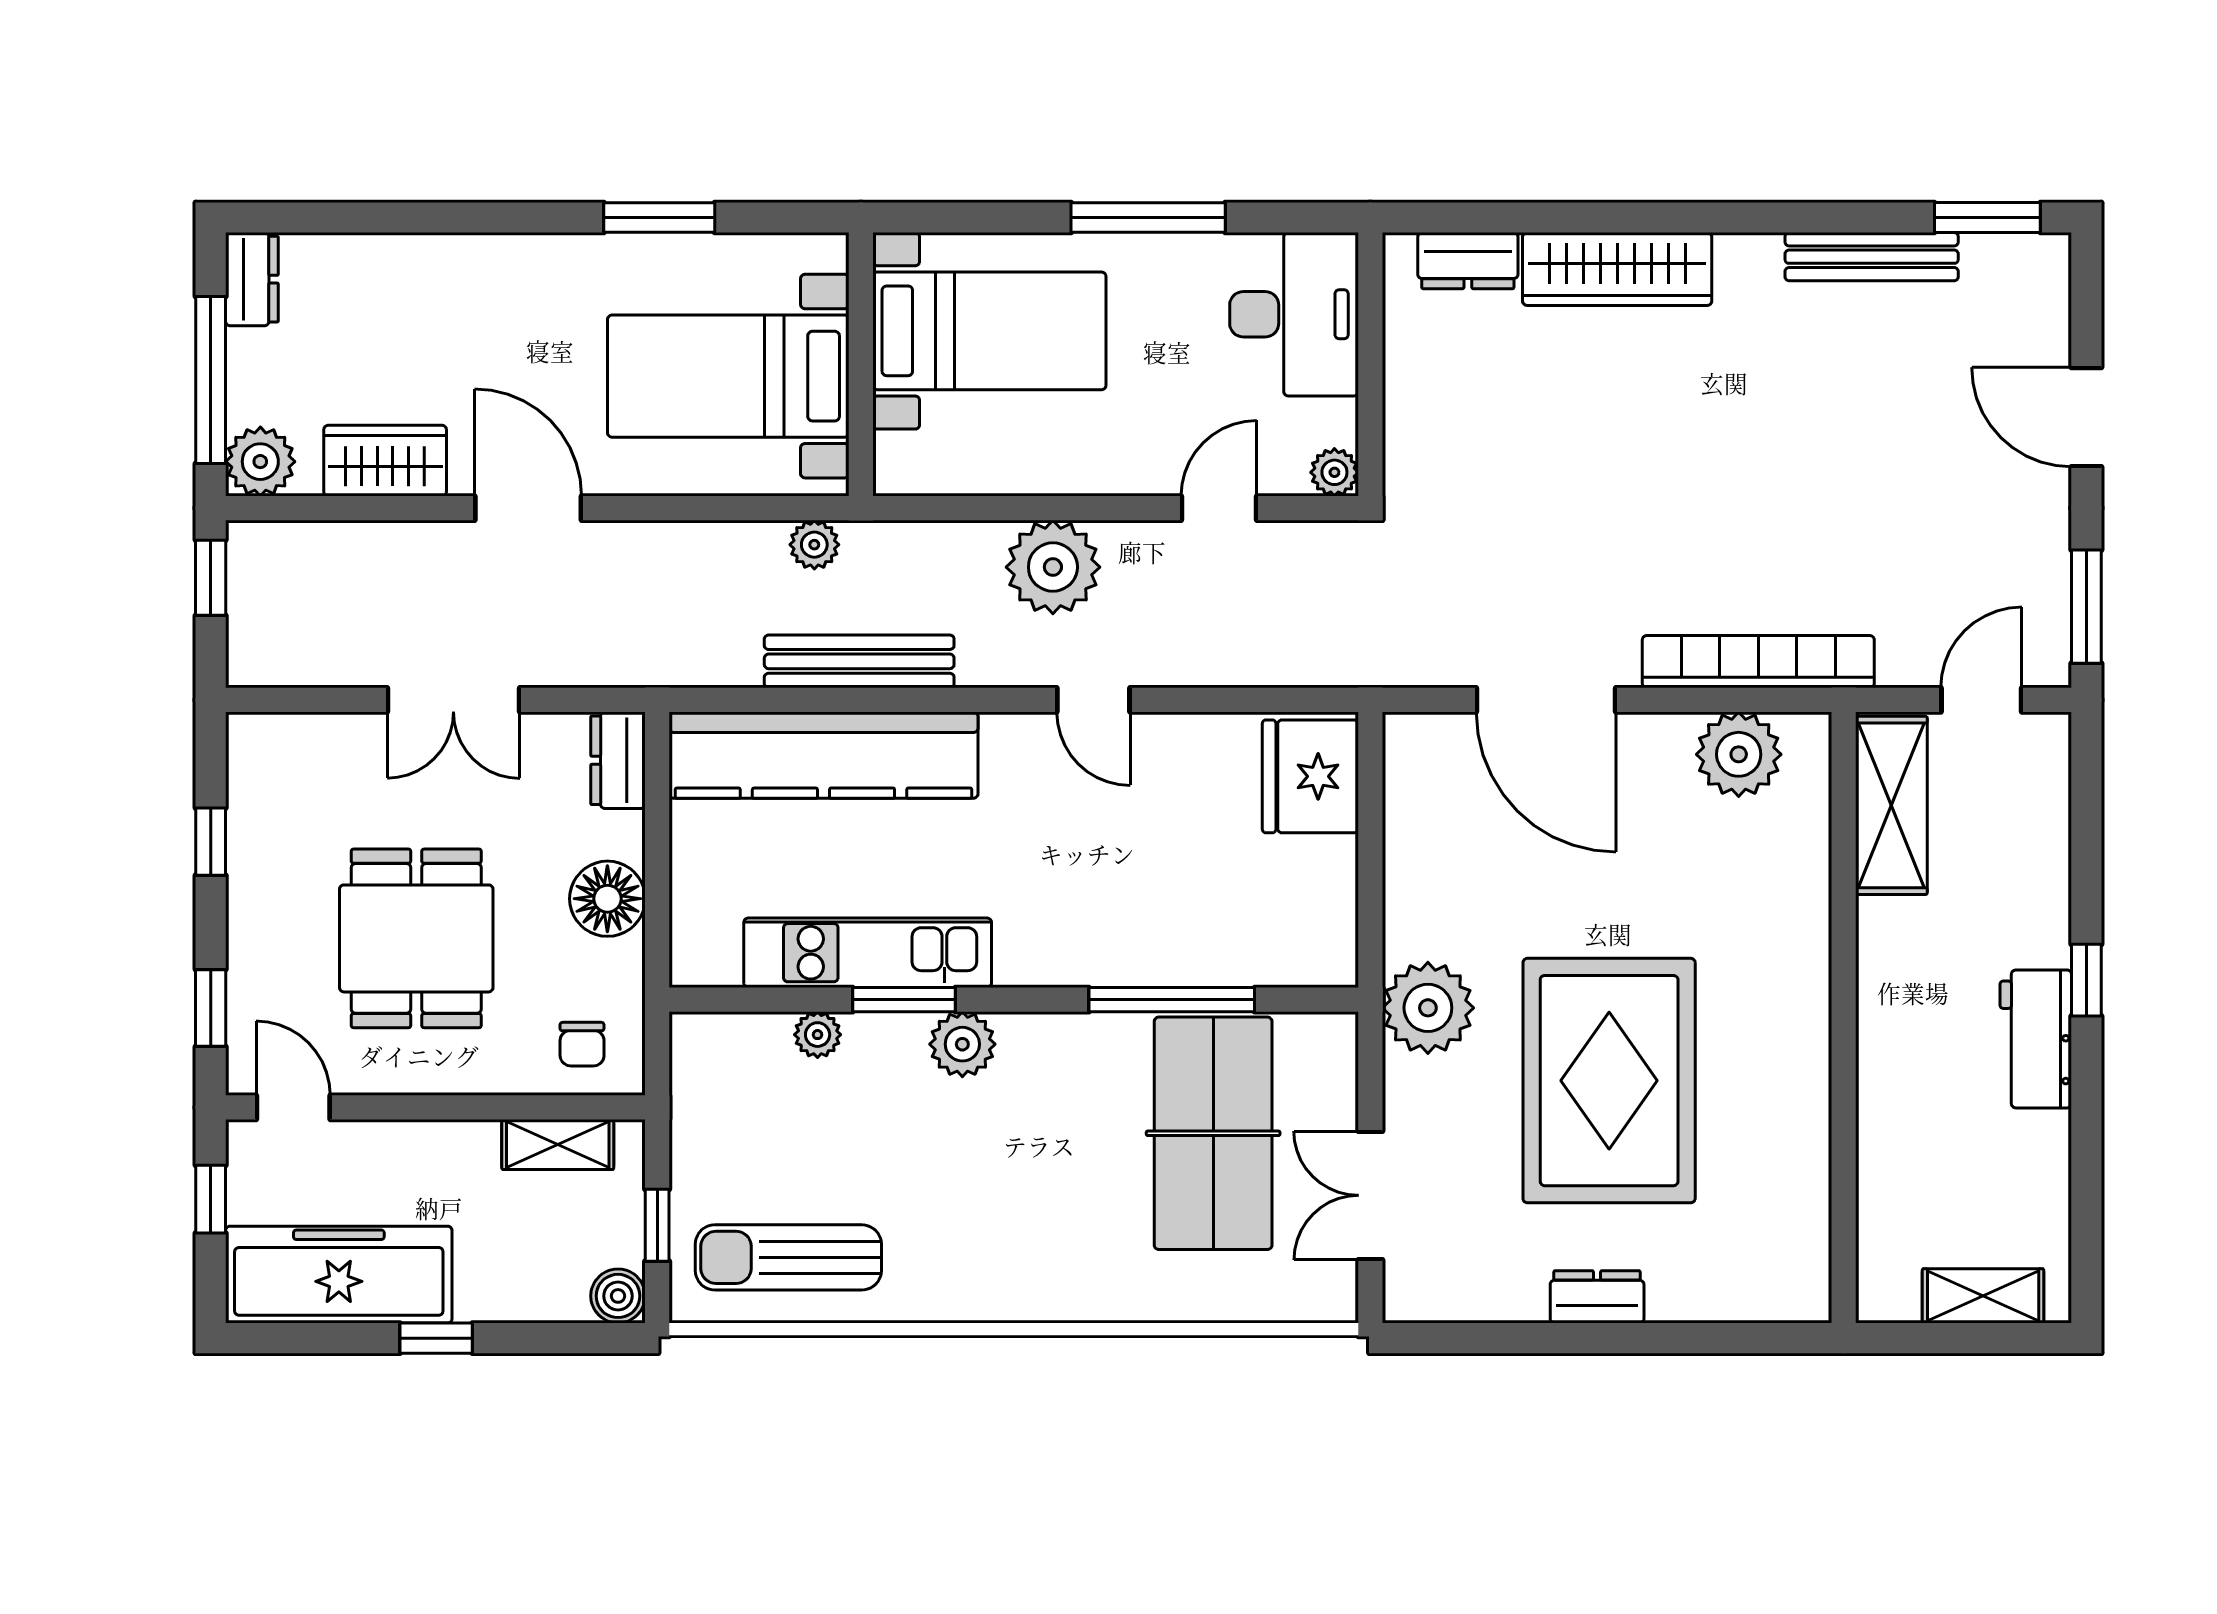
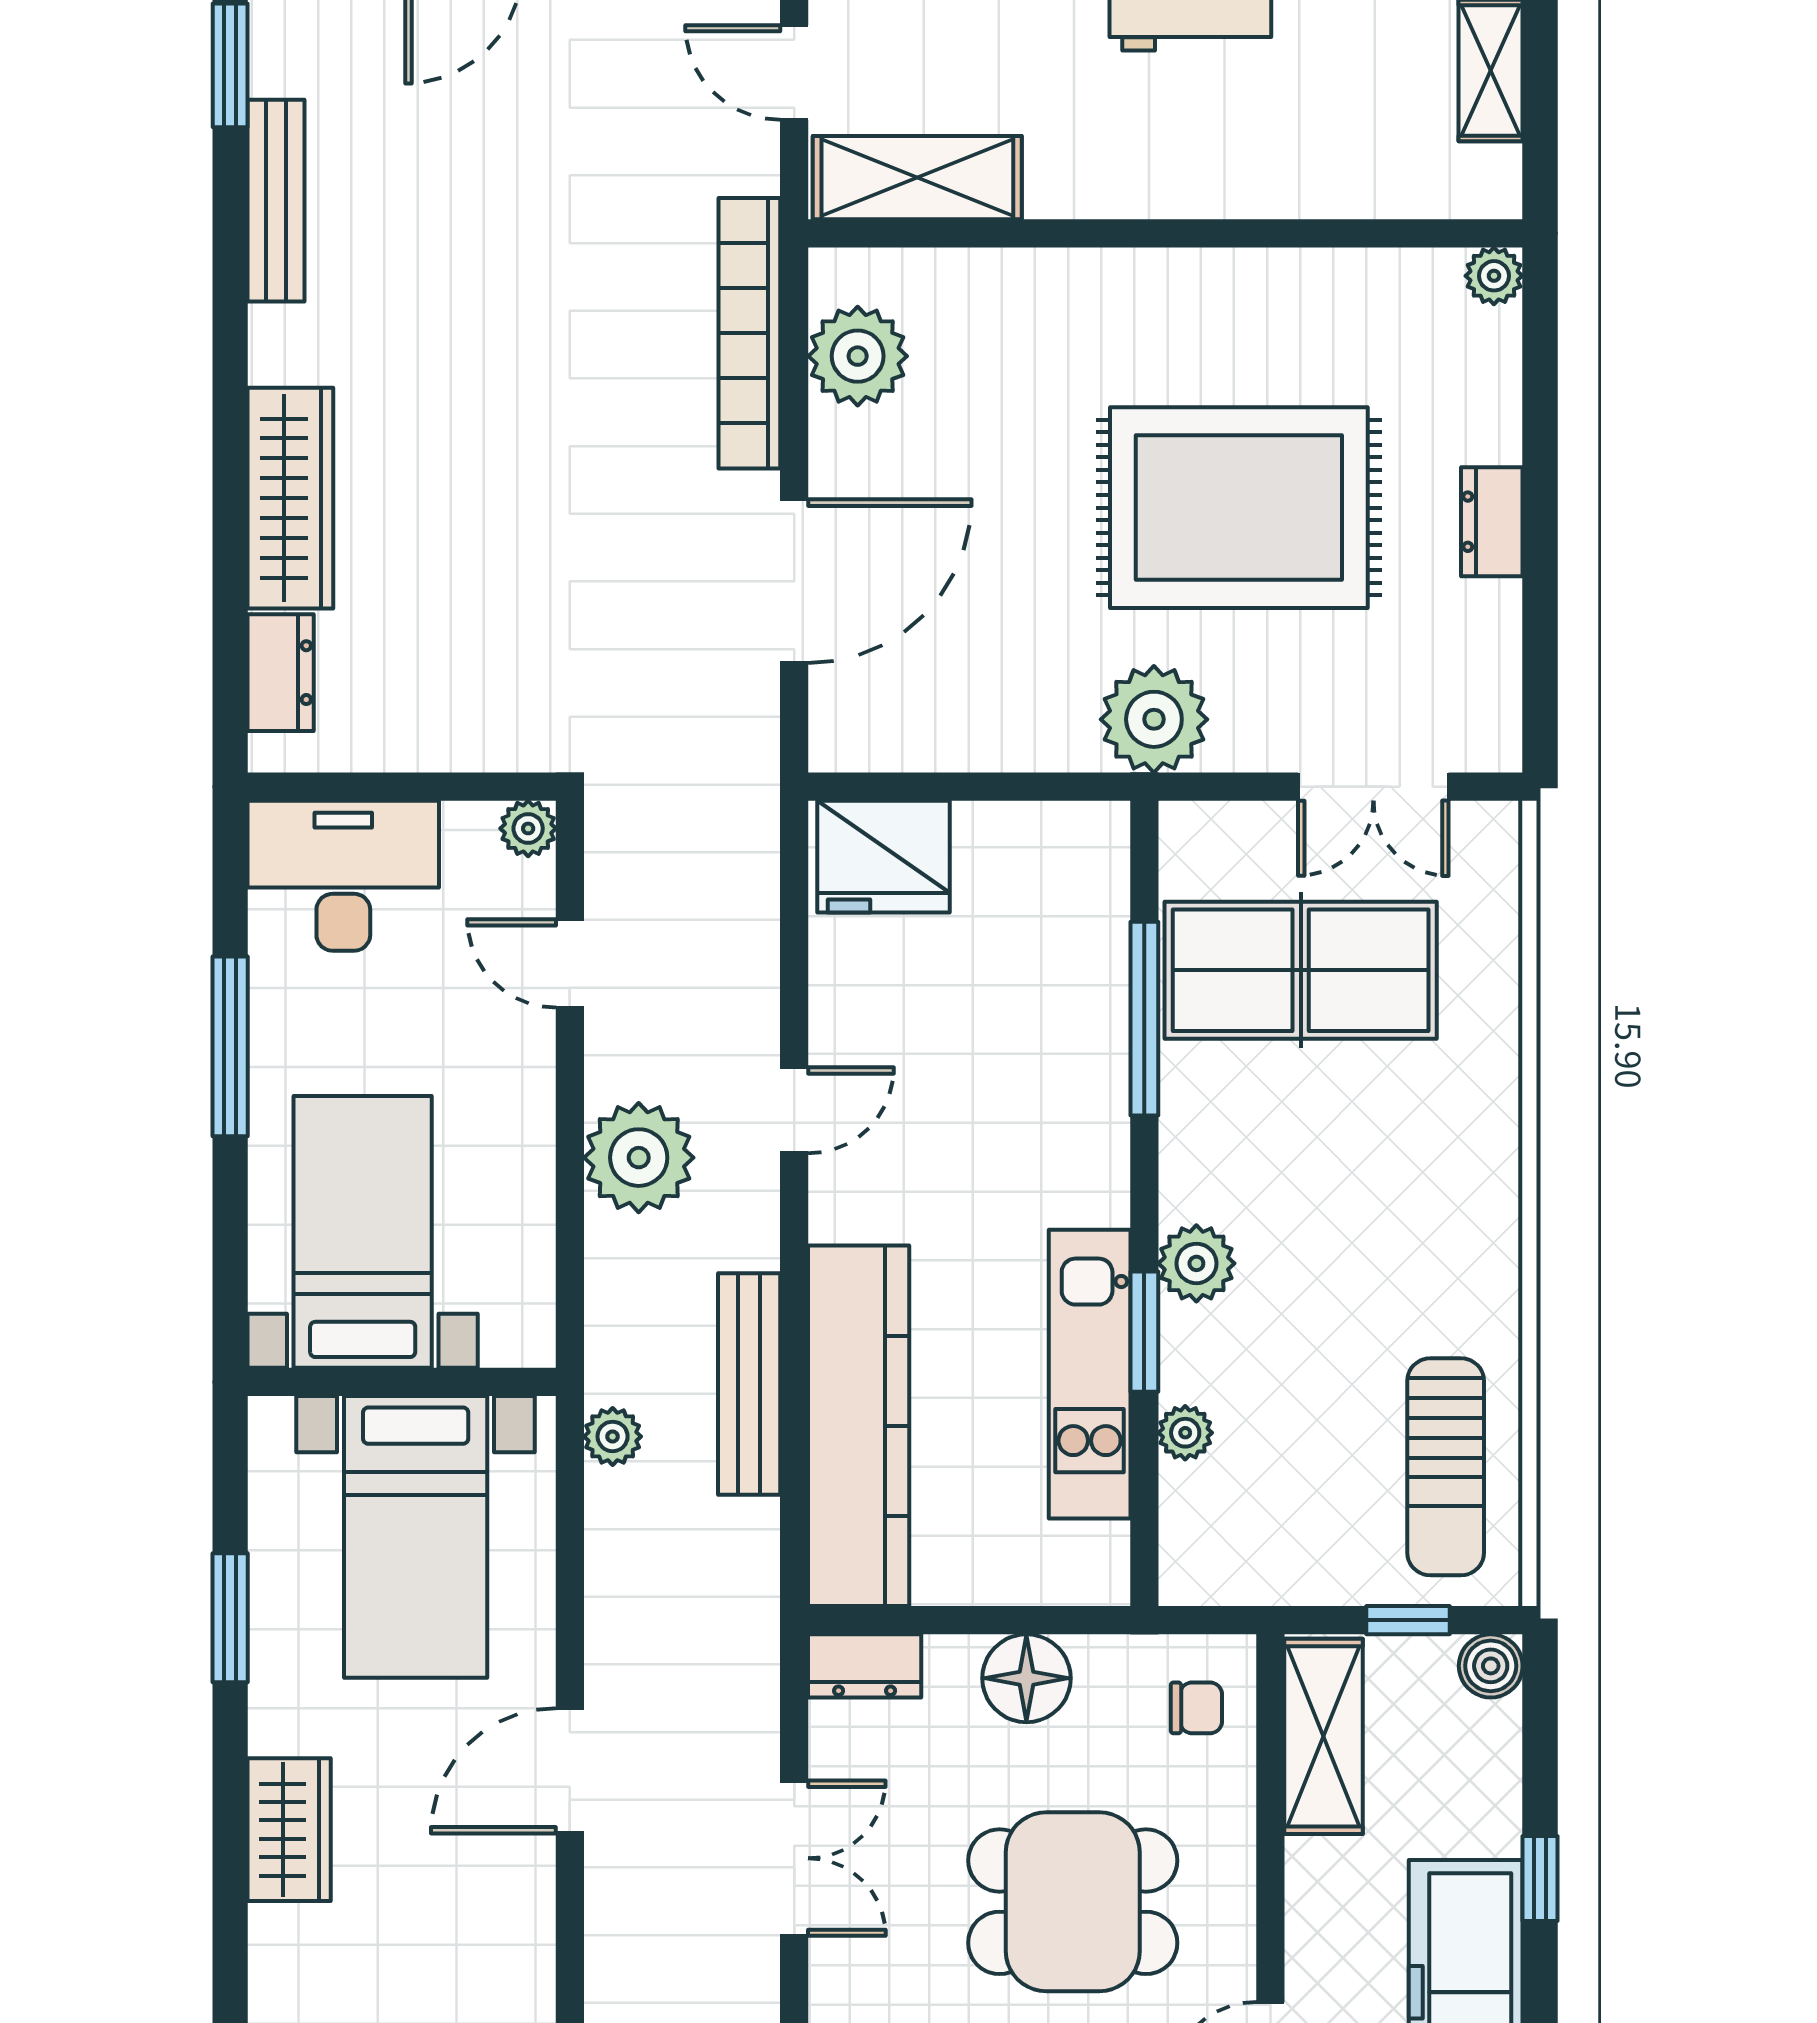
wardrobe: (385, 461) -> (289, 1830), moved, turned 180
shelving: (558, 1144) -> (1323, 1736), width x1.50, depth x1.33
plant: (1807, 1299) -> (1494, 276), added

